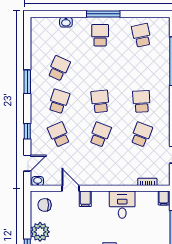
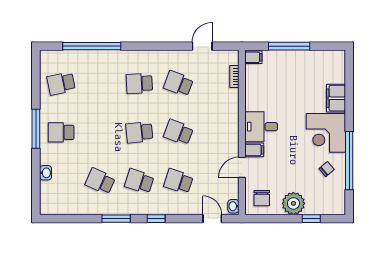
window: (27, 131) -> (156, 219), moved
school desk: (59, 135) -> (178, 181), turned 42
desk: (122, 205) -> (261, 127), moved

